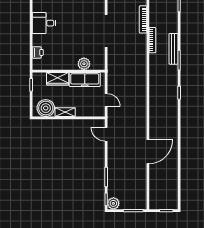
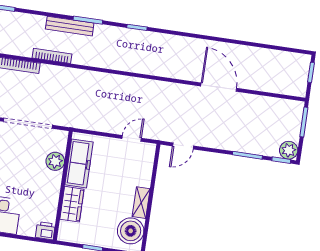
plant: (84, 64) -> (55, 161), moved
wall: (69, 71) -> (63, 186), moved
wardrobe: (58, 79) -> (72, 204), moved
freezer: (85, 79) -> (79, 163), moved

